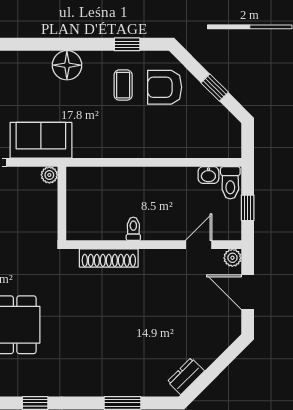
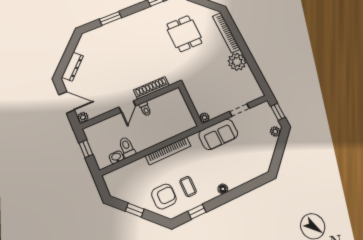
floor lamp: (67, 65) -> (223, 189), width x0.53, depth x0.53
bookcase: (128, 150) -> (168, 151), added
toilet: (230, 183) -> (127, 147), moved
door: (199, 245) -> (127, 107), moved
dresser: (186, 376) -> (73, 67), moved, width x1.44

